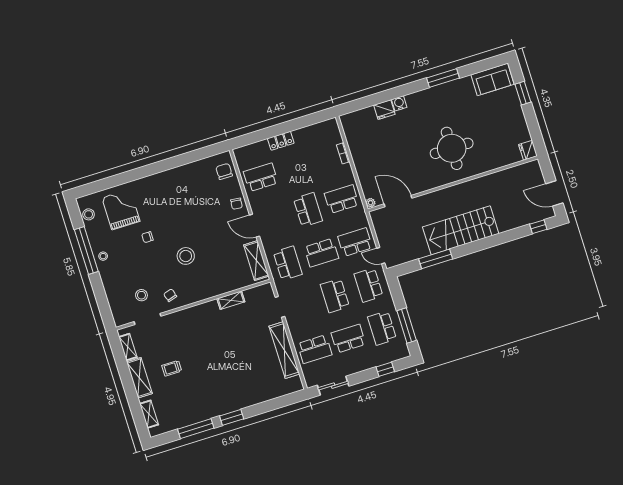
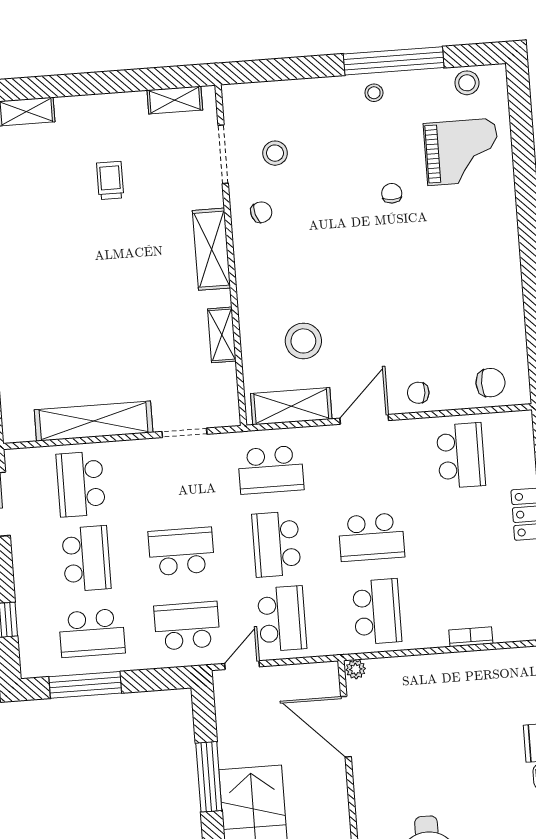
door: (398, 201) -> (346, 727), swing flipped
stool: (186, 256) -> (303, 341), moved
school desk: (382, 328) -> (92, 633), turned 180
shelving: (139, 378) -> (212, 249), moved, turned 90

